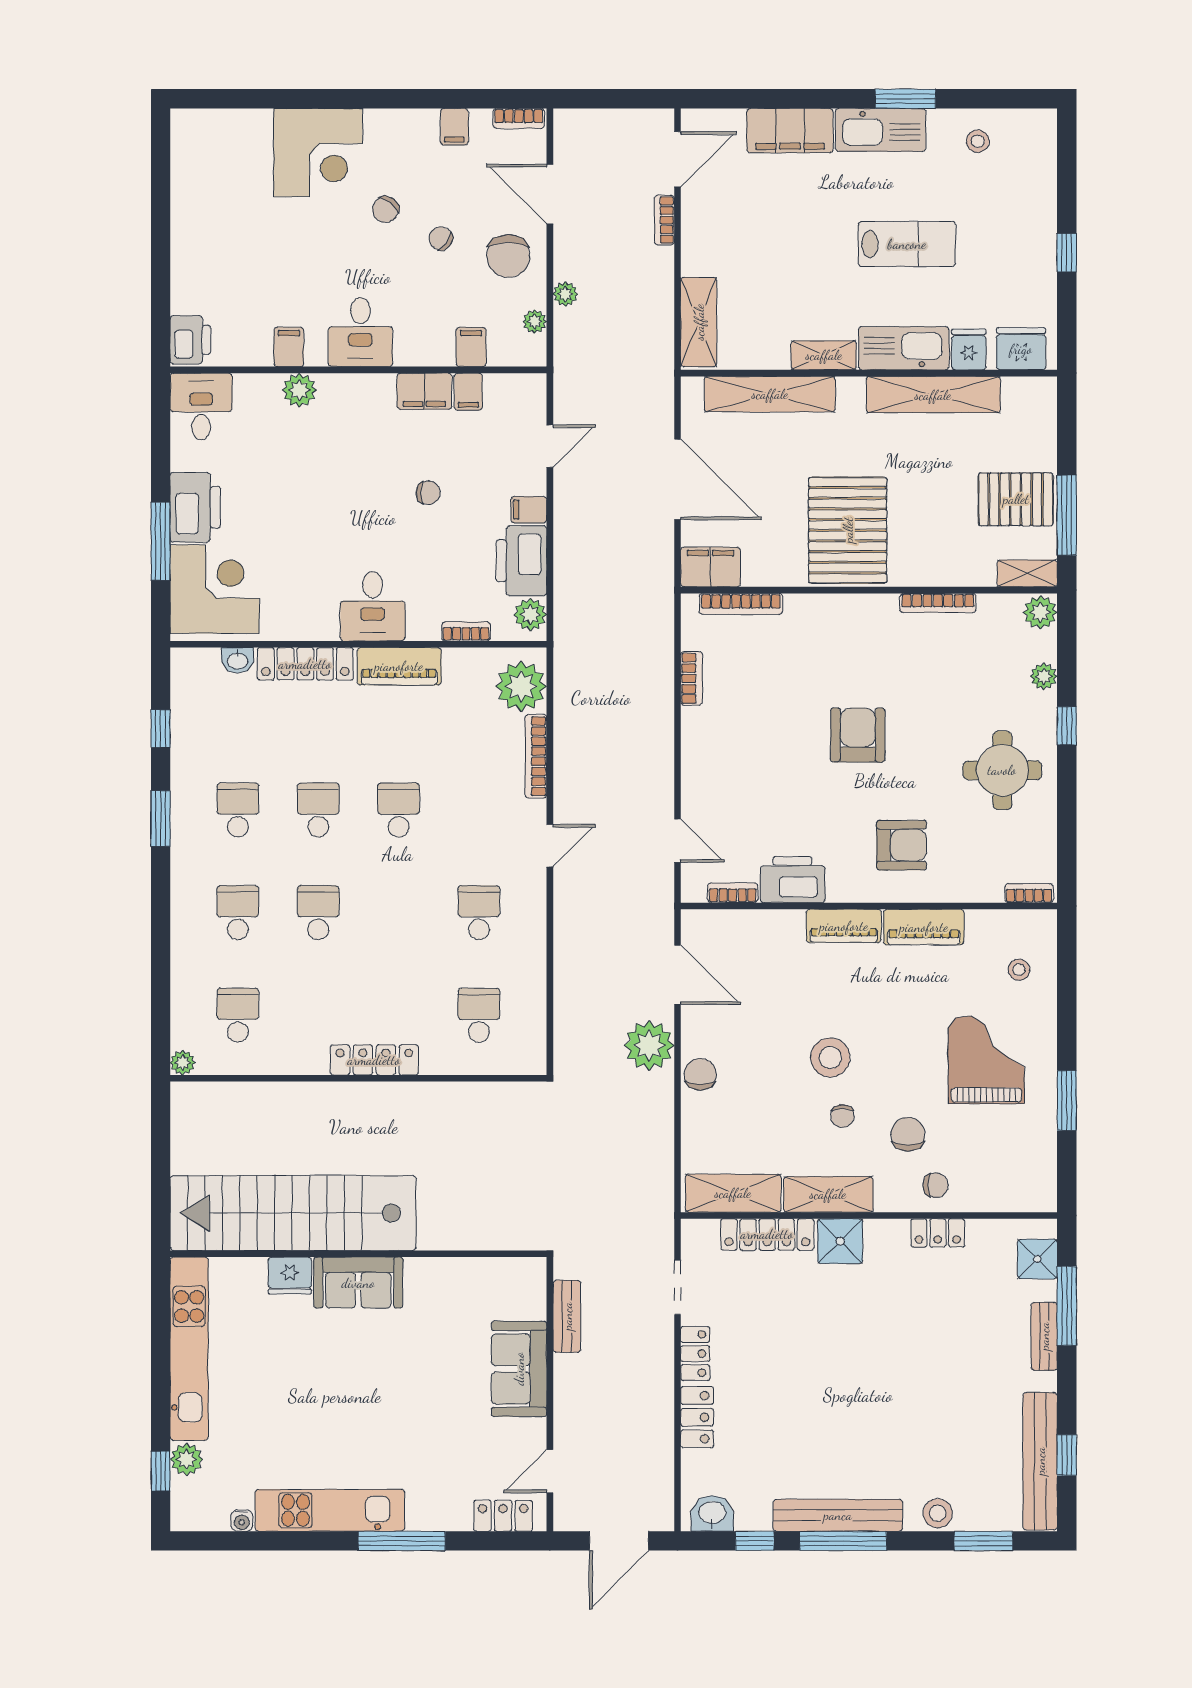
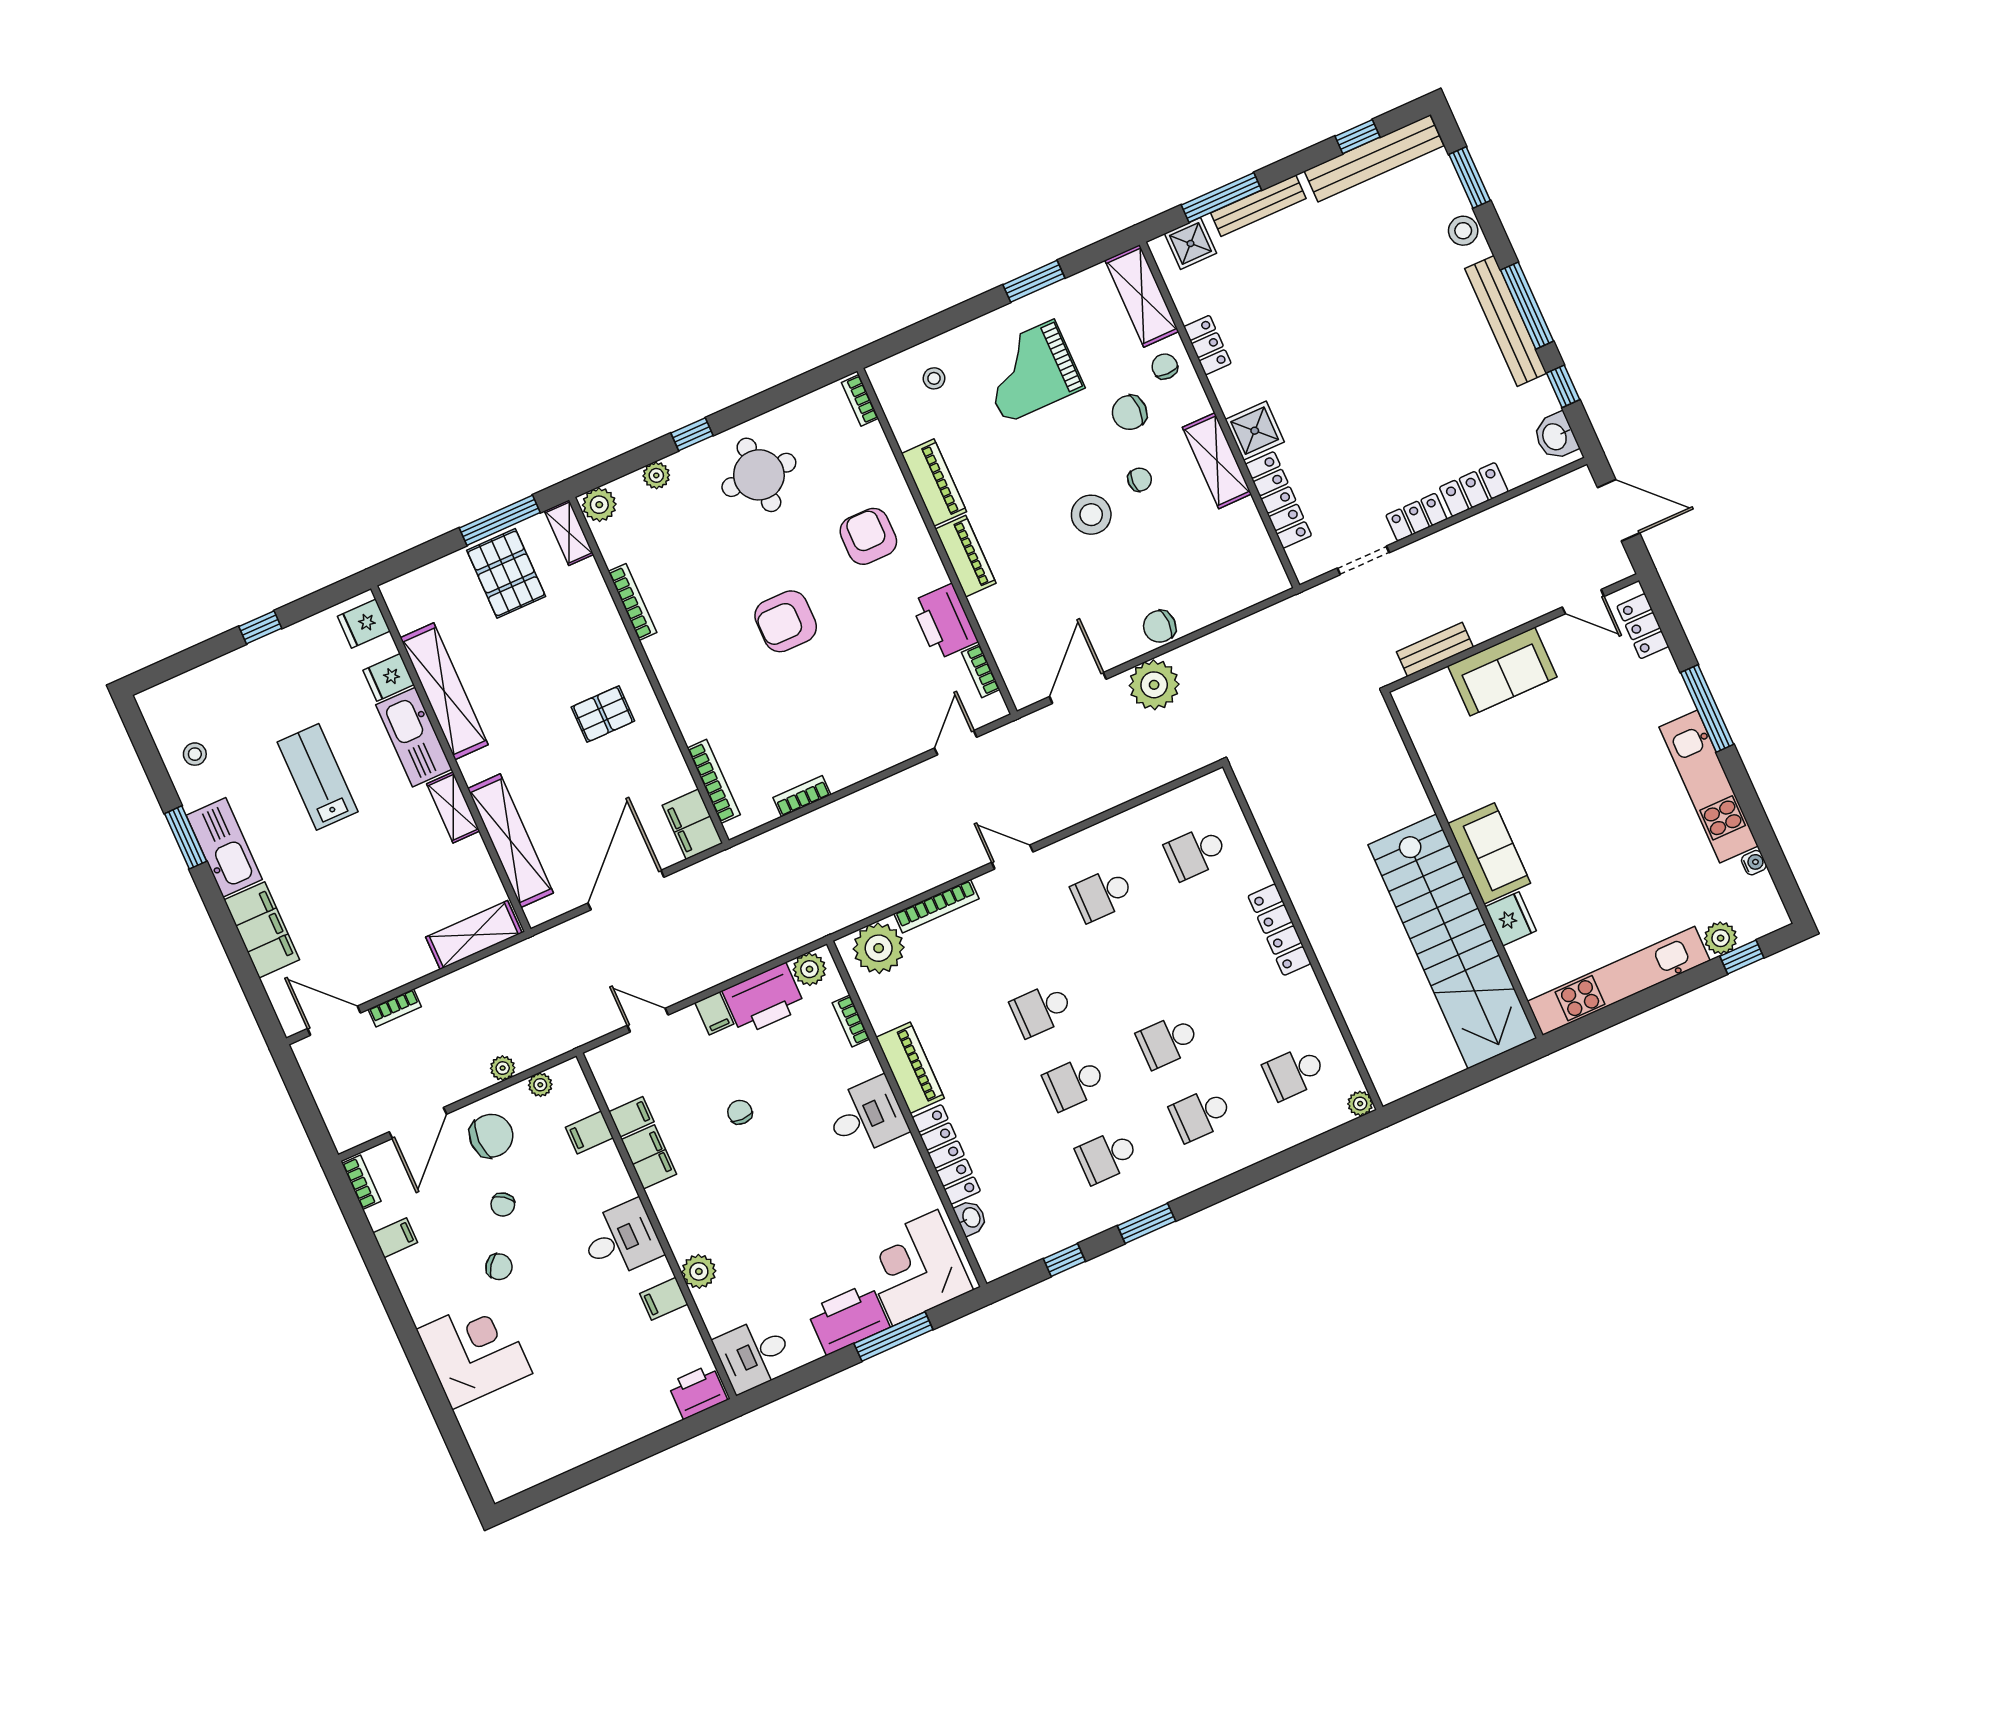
fridge: (1021, 349) -> (364, 624), width x0.72
pallet: (848, 530) -> (603, 714), width x0.49, depth x0.50
shelving: (733, 1193) -> (1142, 296), moved
bench: (1044, 1336) -> (1258, 206), width x1.36

